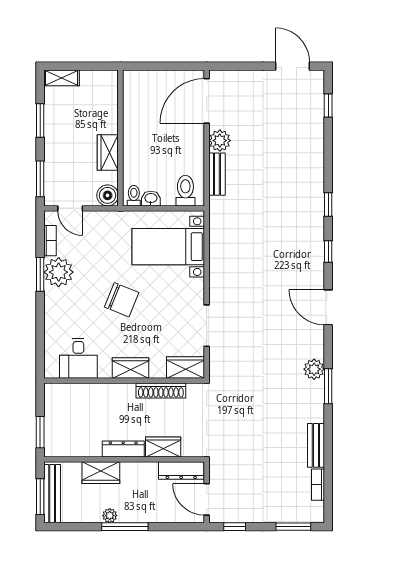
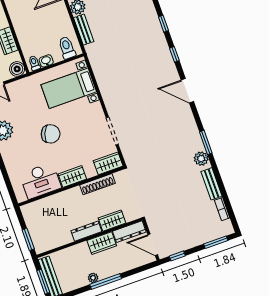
desk: (78, 358) -> (40, 181), width x1.37
plant: (314, 369) -> (201, 159), moved
wardrobe: (101, 473) -> (102, 243), moved

